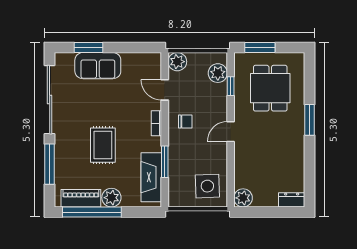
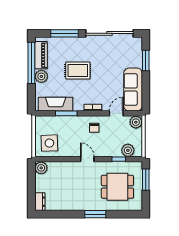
sofa: (98, 66) -> (133, 90), moved, width x1.36

